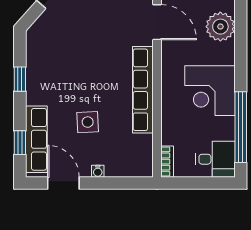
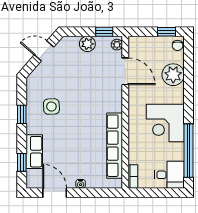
row of seats: (143, 90) -> (115, 146), moved
side table: (88, 122) -> (51, 107), moved
row of seats: (36, 139) -> (34, 152), width x0.68

